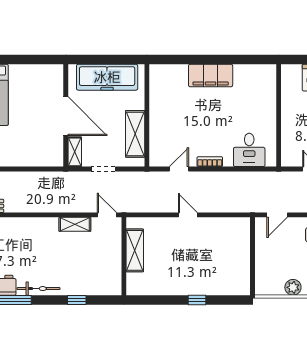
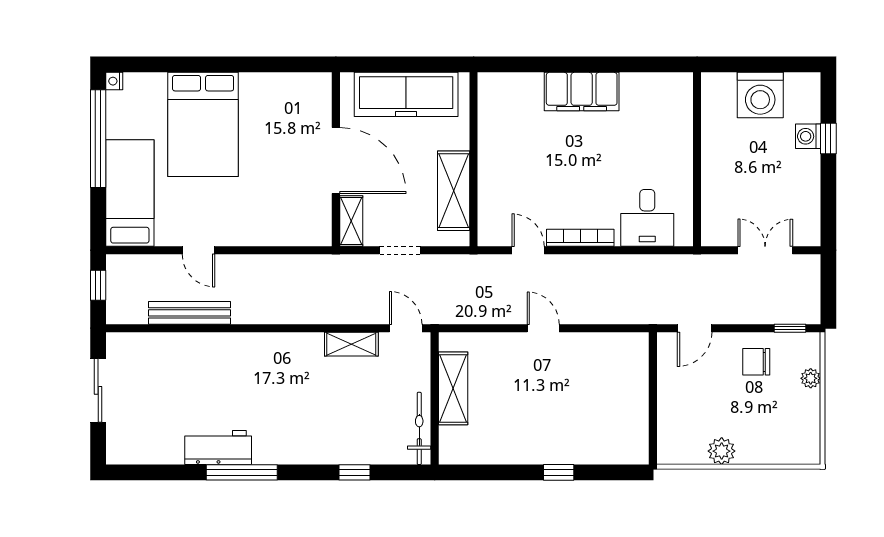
bookcase: (210, 162) -> (580, 238), width x1.56
door: (179, 169) -> (528, 250), hinge flipped
bicycle: (38, 289) -> (419, 428), moved, turned -90

